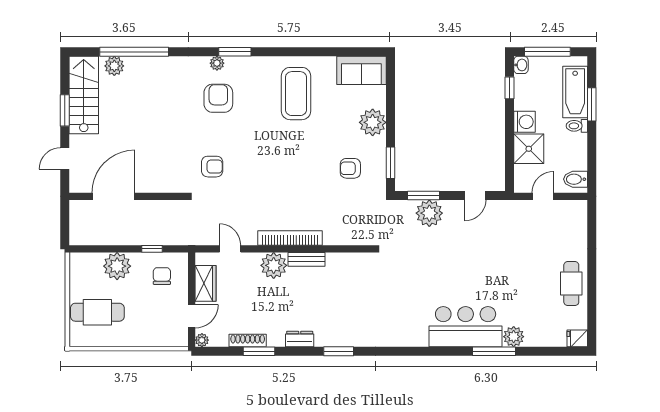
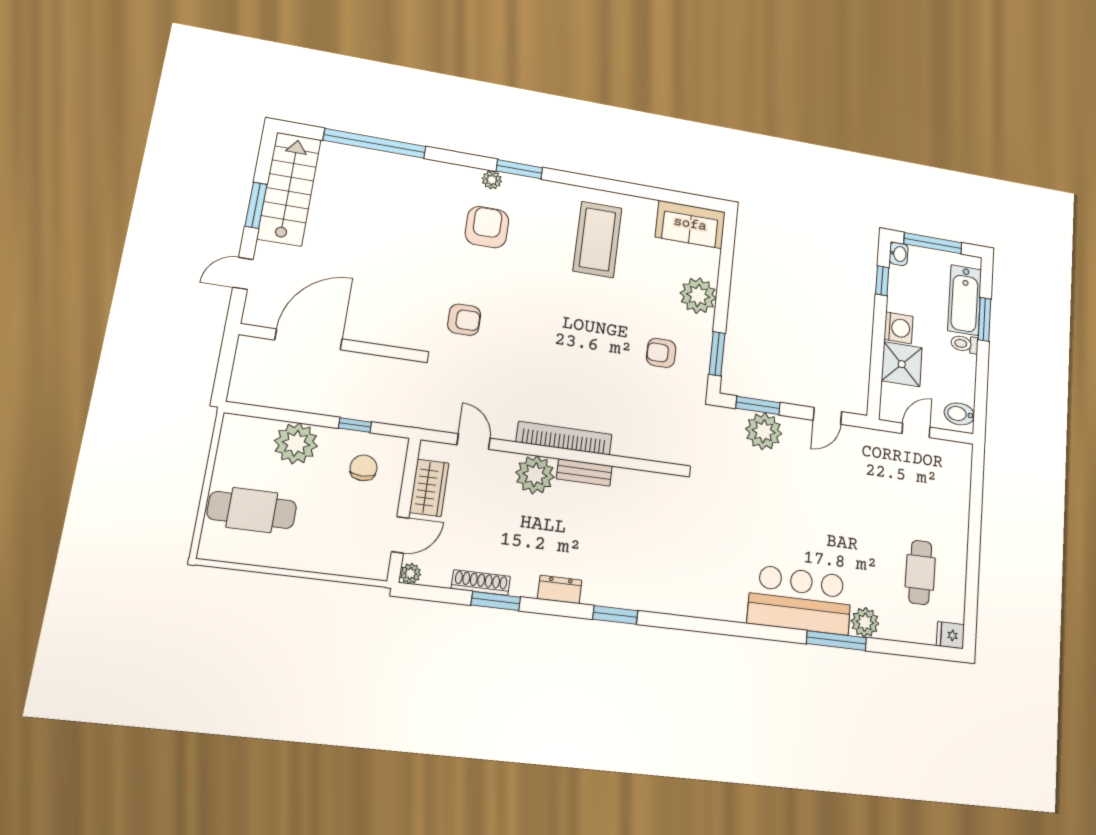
plant: (114, 66) -> (342, 157), removed
cafe table: (571, 284) -> (920, 572), moved

